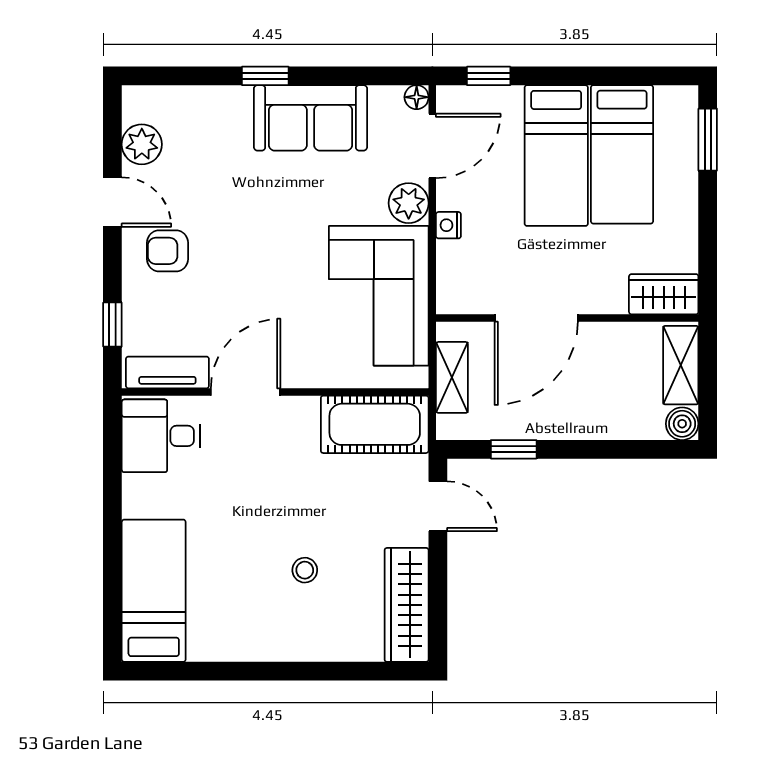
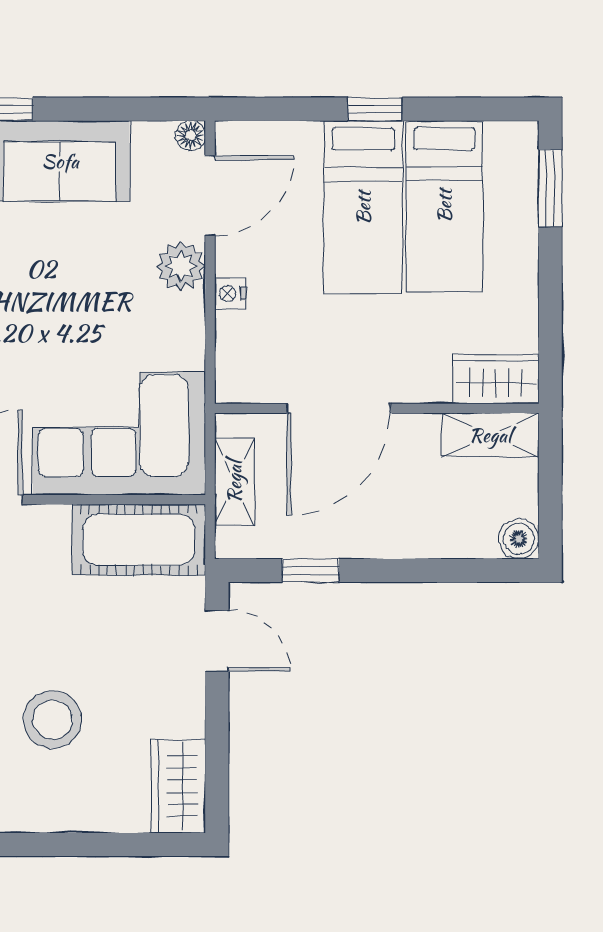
window: (489, 76) -> (375, 109), moved
corner sofa: (379, 296) -> (119, 434), moved, turned 90
shelving: (681, 365) -> (490, 435), moved, turned 90
stool: (305, 570) -> (52, 720), width x1.89, depth x1.89
wardrobe: (407, 605) -> (178, 786), width x0.67

